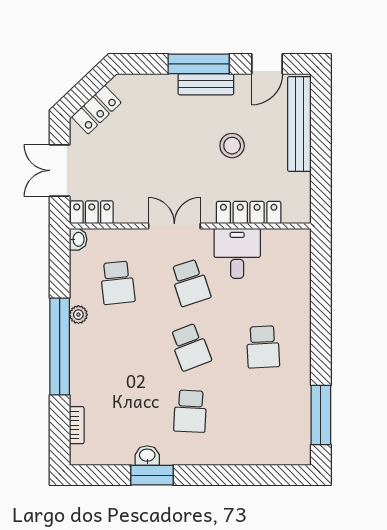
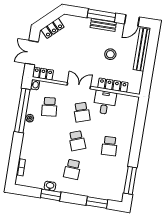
window: (60, 347) -> (22, 111), moved
window: (256, 475) -> (97, 203), added

